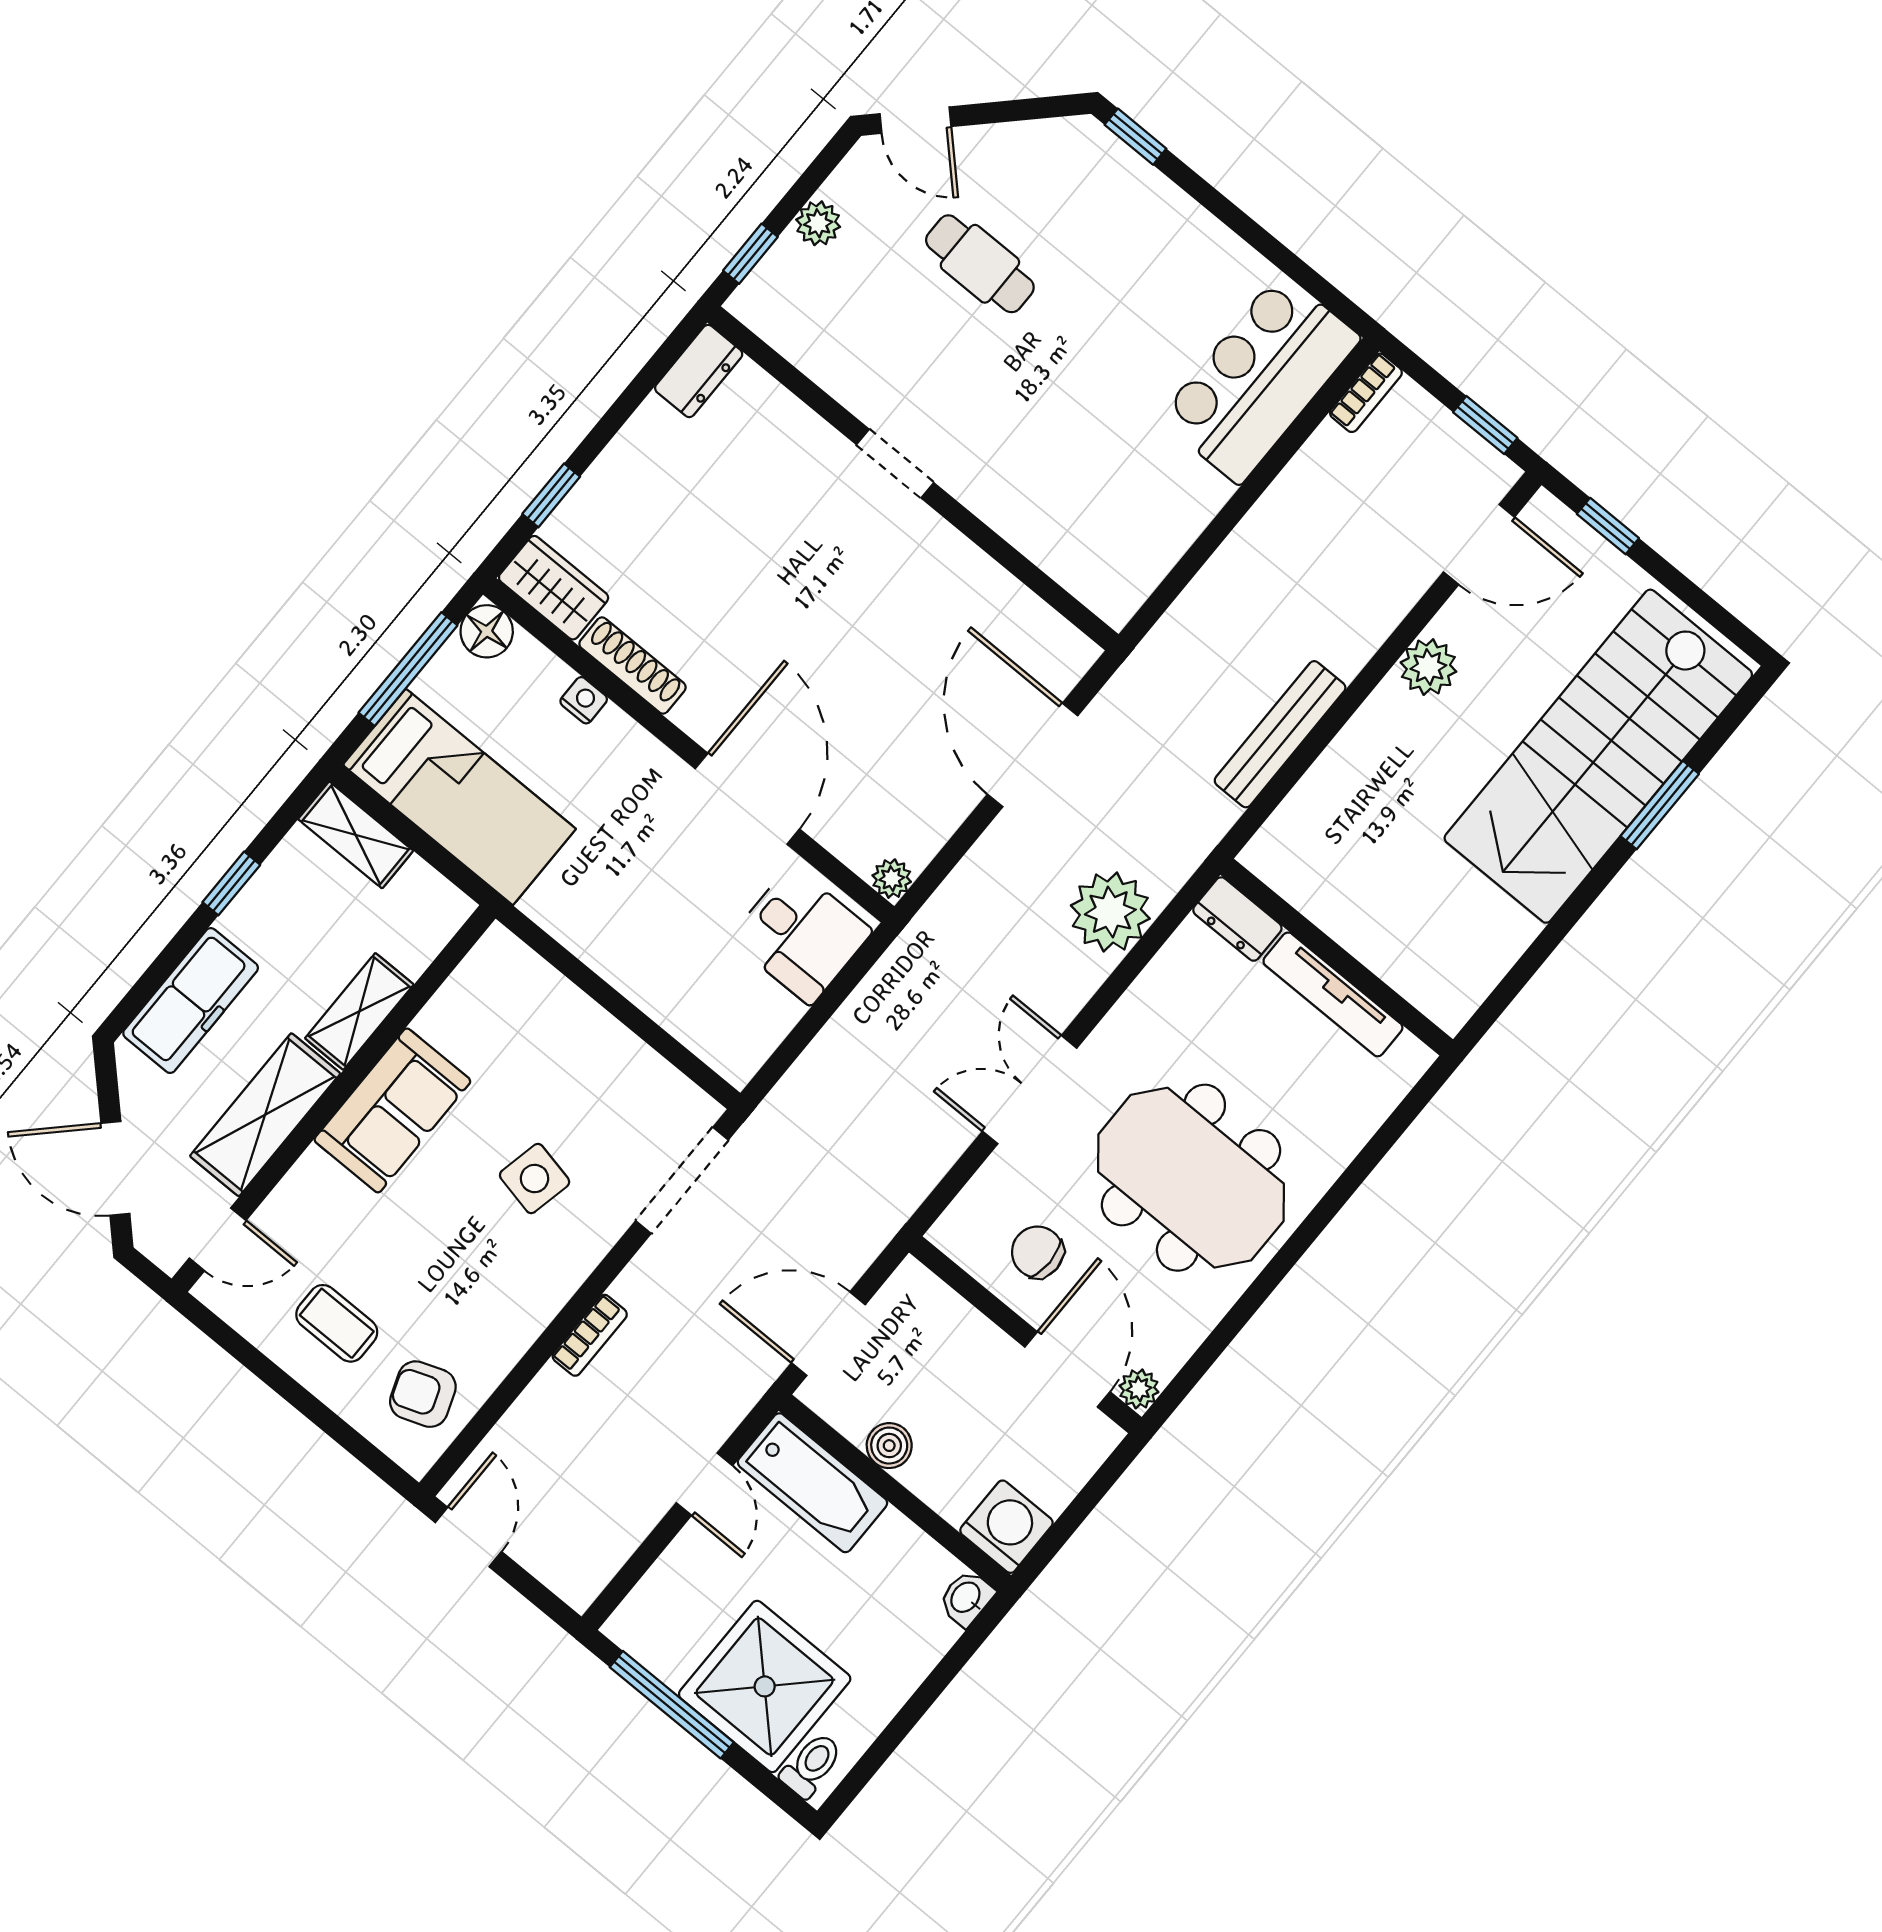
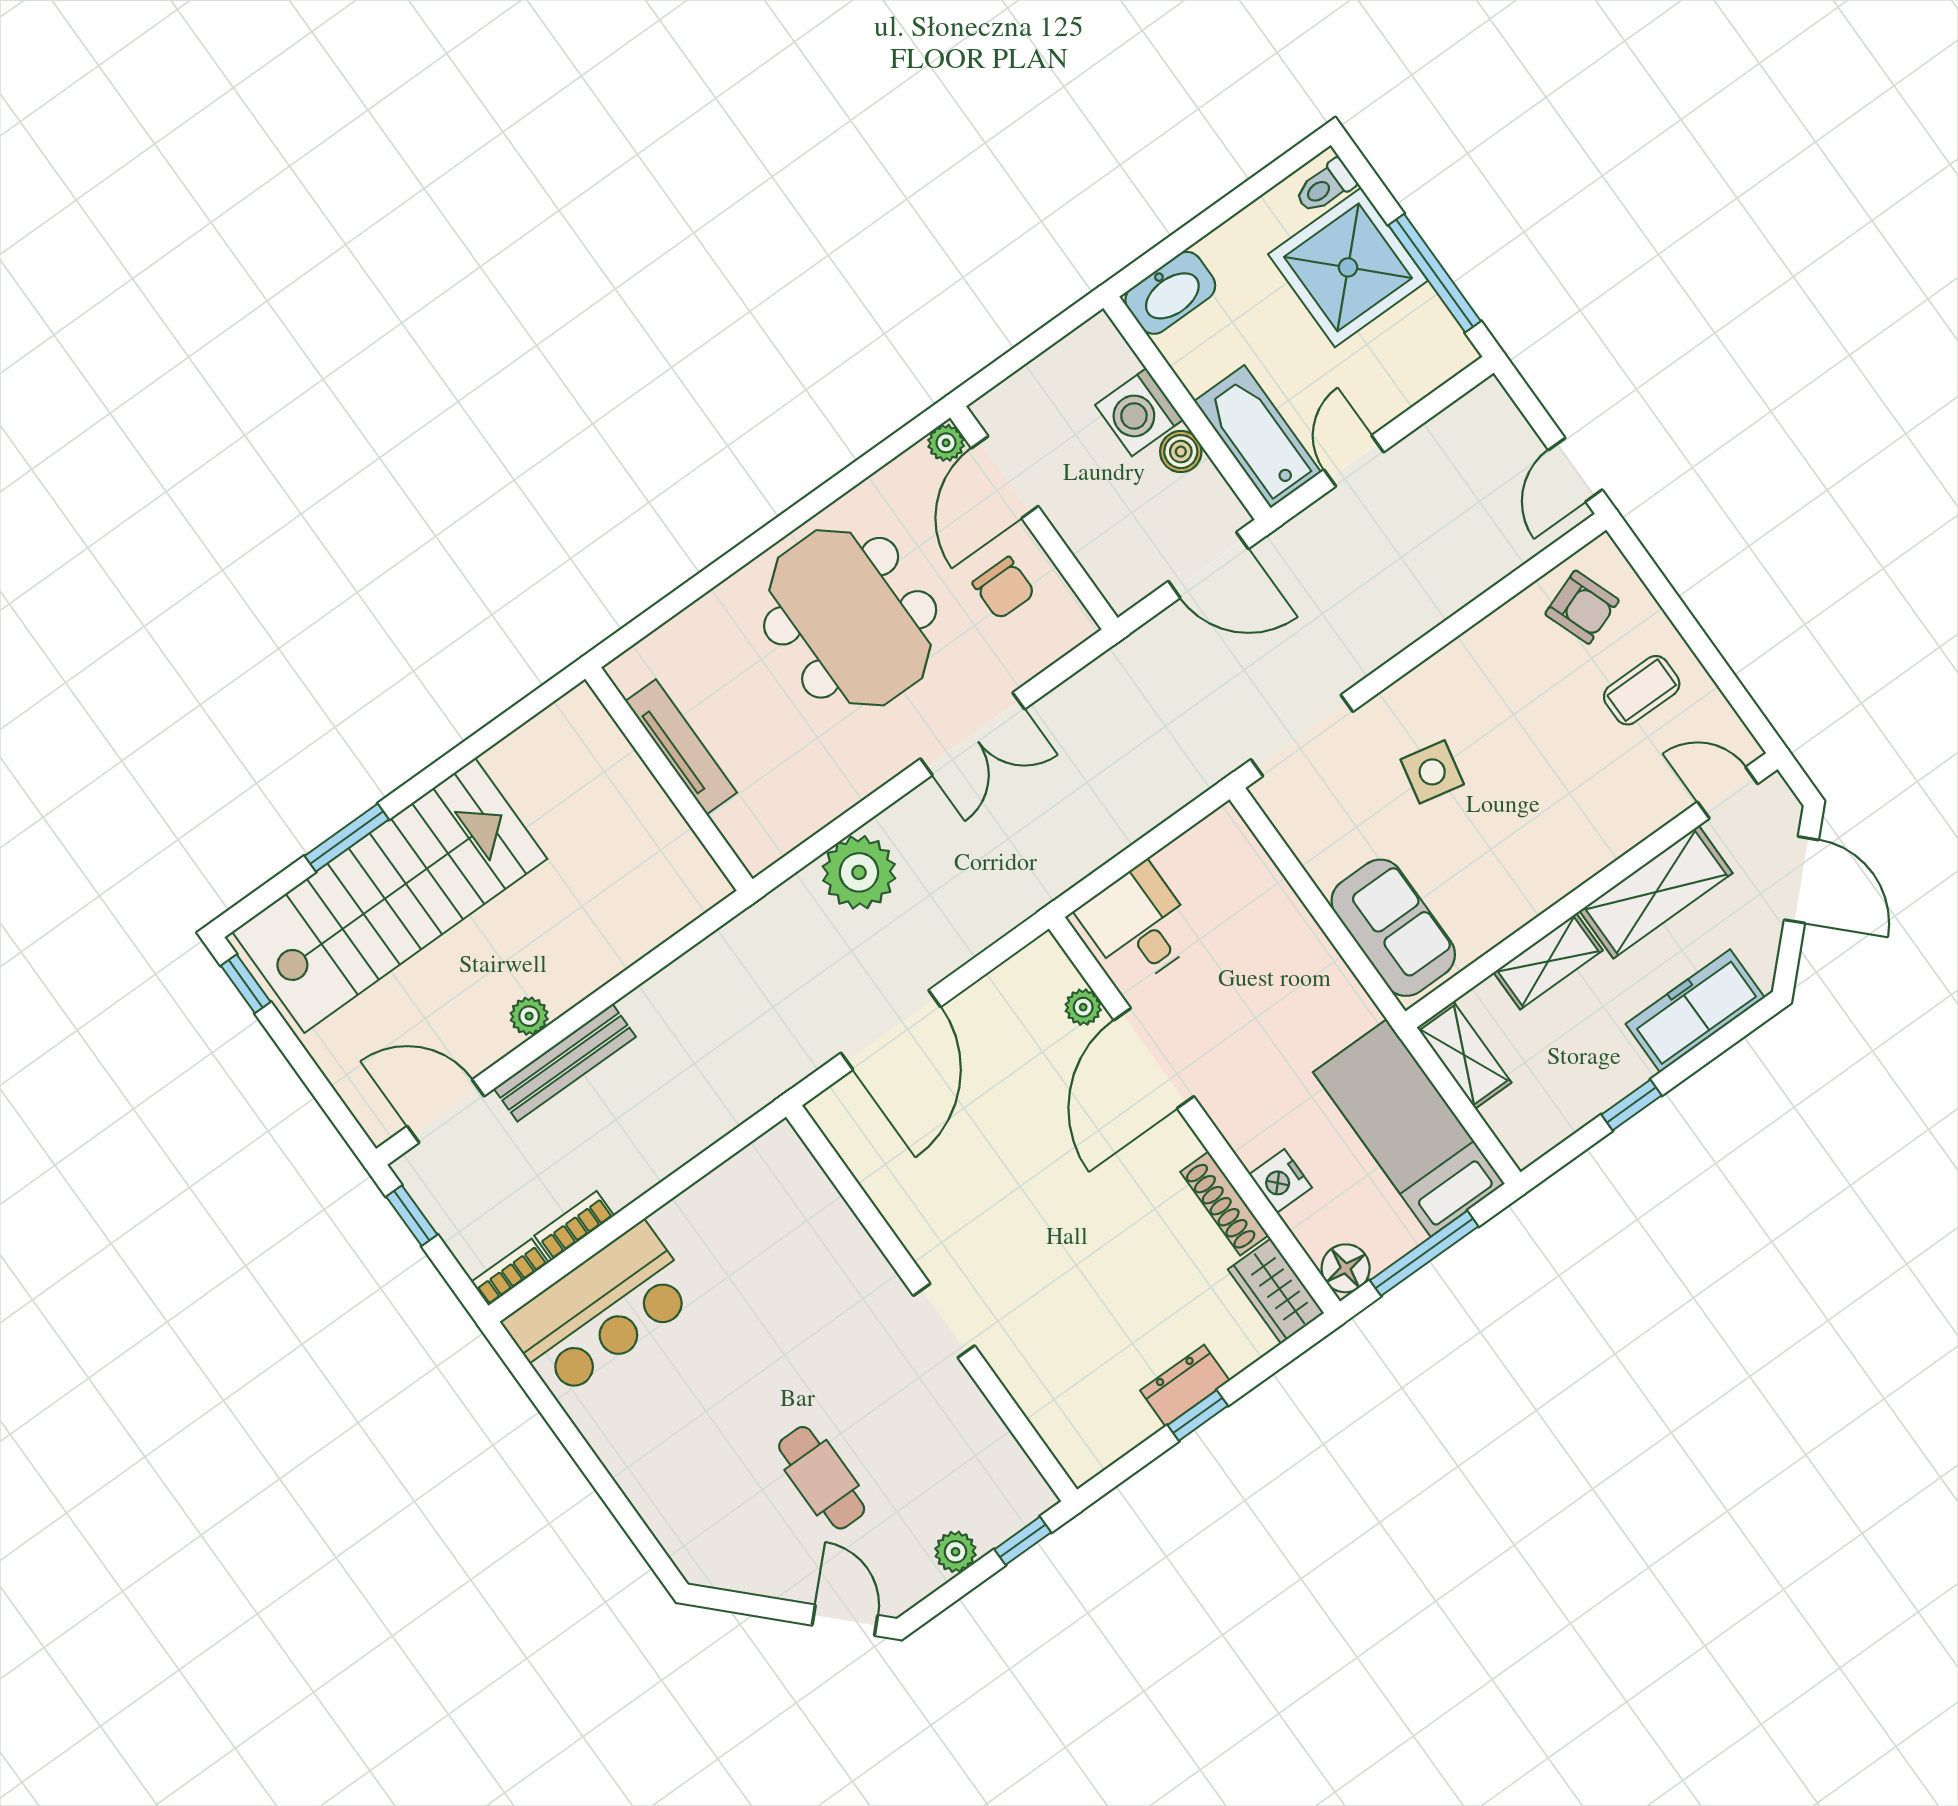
window: (1135, 137) -> (654, 1554), removed
dresser: (699, 371) -> (1185, 1386), moved
window: (551, 495) -> (1198, 1415), moved
window: (1608, 526) -> (246, 984), moved
plant: (1428, 667) -> (529, 1016), width x0.73, depth x0.73
nightstand: (584, 700) -> (1280, 1181), width x1.39, depth x1.35
bench: (1280, 734) -> (565, 1063), moved
shelving: (356, 835) -> (1464, 1055), moved
plant: (892, 879) -> (1083, 1007), moved
dresser: (1237, 919) -> (748, 836), removed
sofa: (392, 1110) -> (1393, 928), moved, turned 90
coffee table: (337, 1323) -> (1642, 690), turned 90
bookcase: (590, 1335) -> (574, 1226), moved
washing machine: (1006, 1527) -> (1139, 412), moved
washbasin: (966, 1598) -> (1170, 293), width x1.91, depth x1.45

